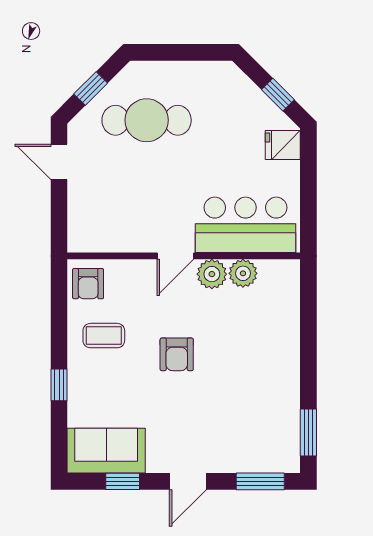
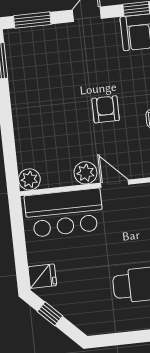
door: (175, 256) -> (115, 184), hinge flipped
plant: (243, 273) -> (29, 179), moved

